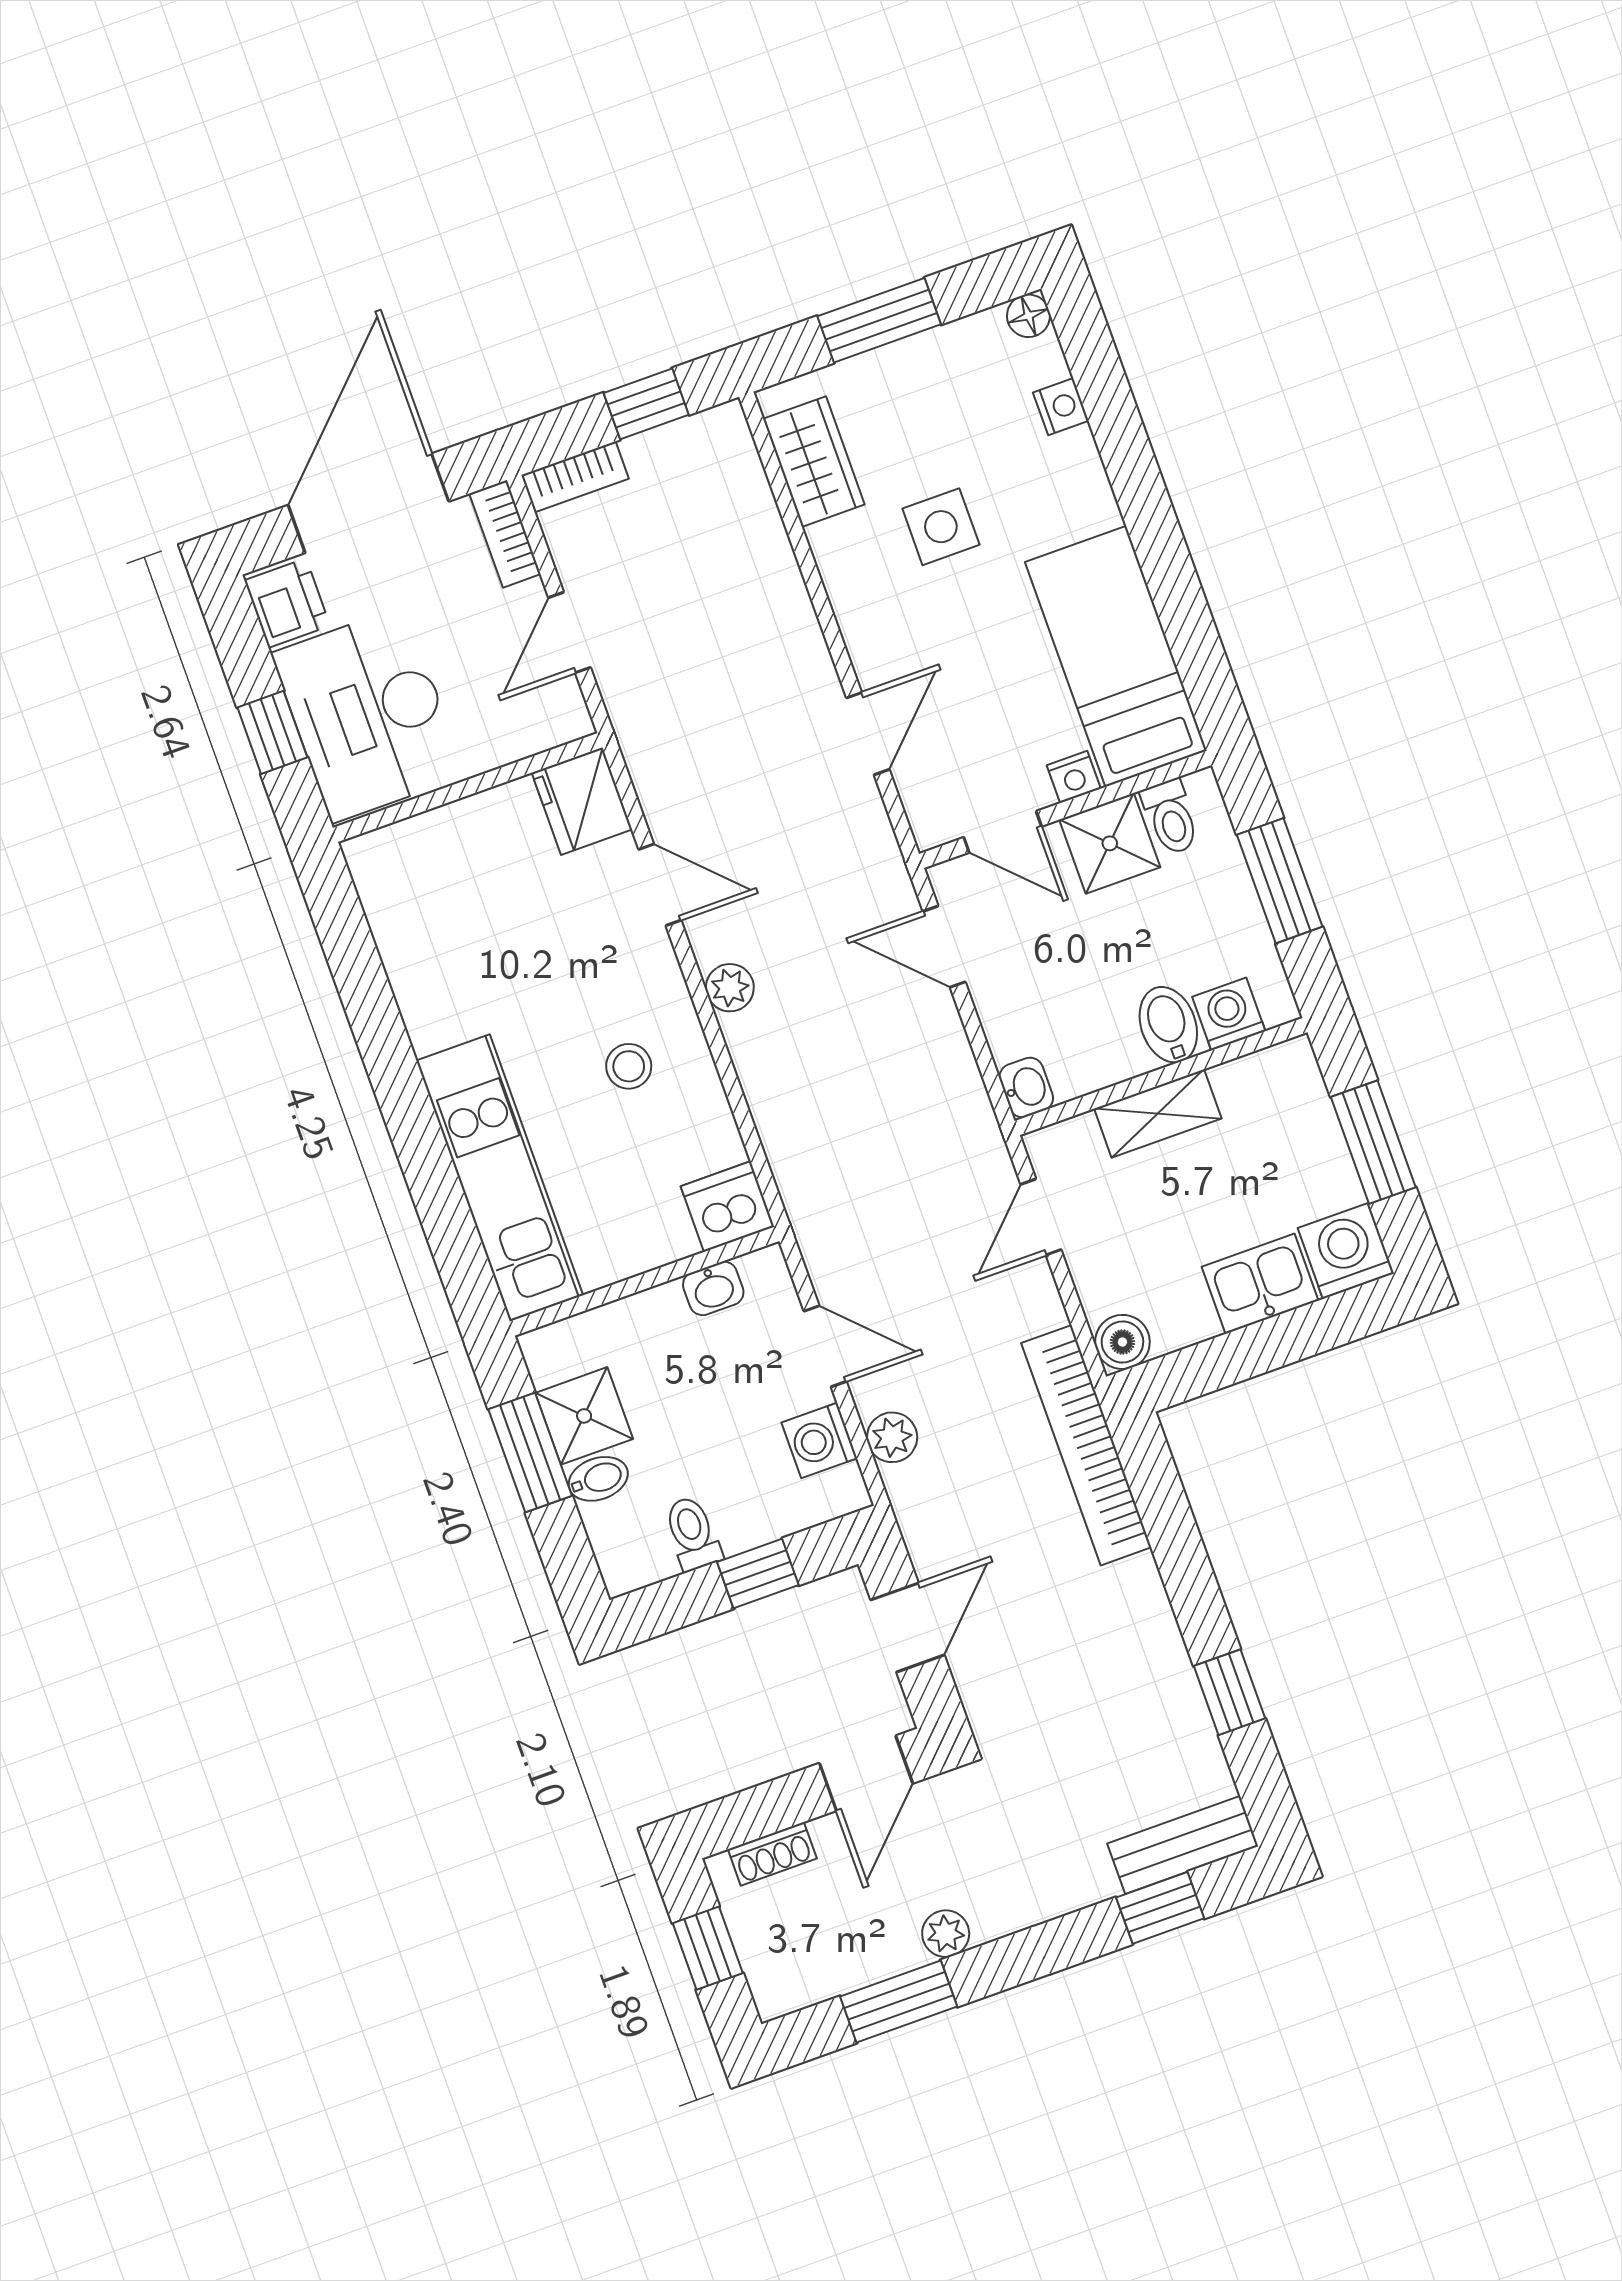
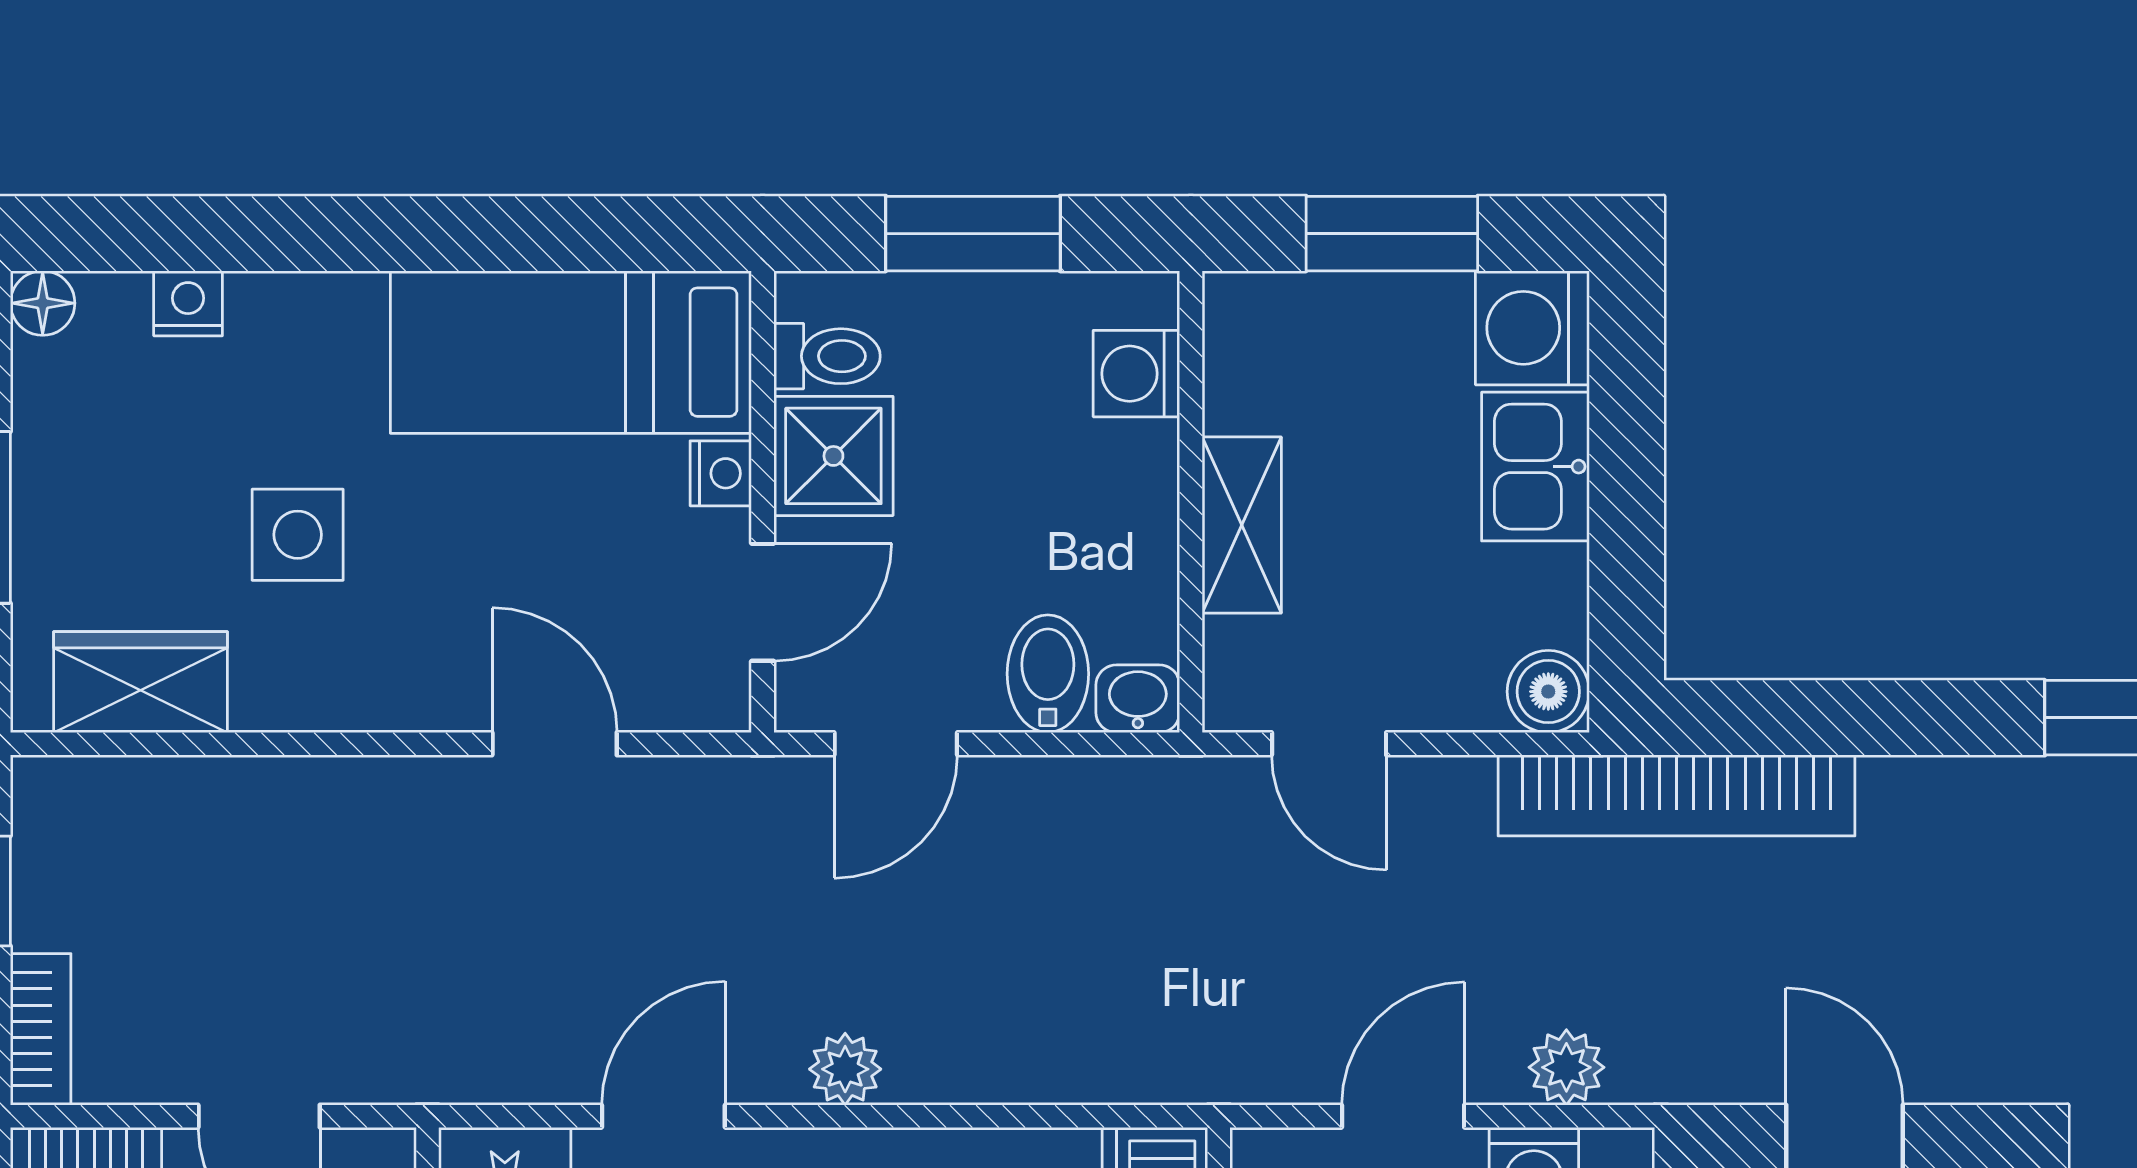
bidet: (1168, 1025) -> (1048, 674), moved, turned 90

